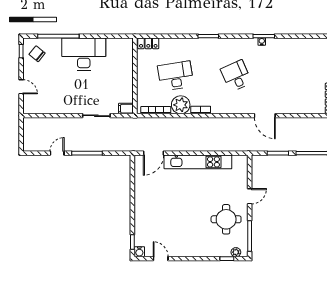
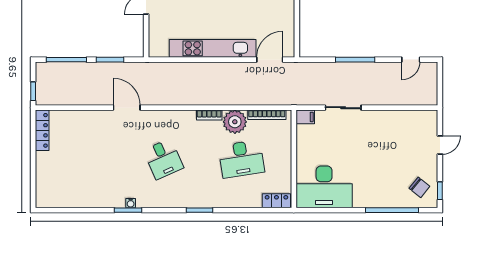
desk: (84, 54) -> (324, 187), moved
door: (21, 87) -> (440, 145), swing flipped
door: (57, 153) -> (411, 60), moved

